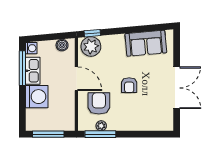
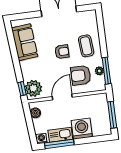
coffee table: (132, 114) -> (86, 46), added

